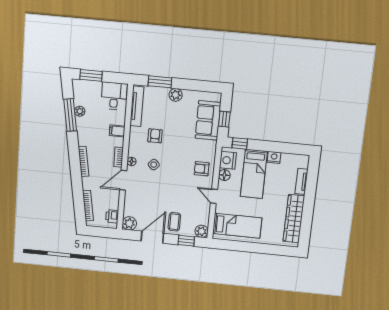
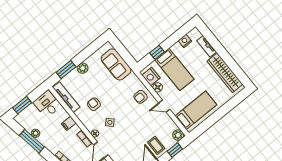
window: (224, 119) -> (125, 54), removed
window: (240, 143) -> (157, 52), moved
nightstand: (274, 157) -> (185, 41), moved

